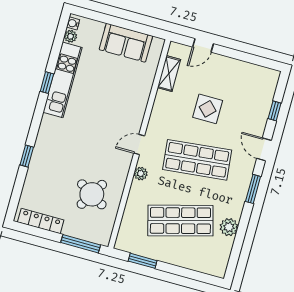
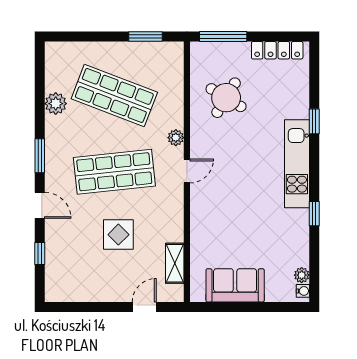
kitchen unit: (63, 80) -> (297, 164), moved
shop shelf: (180, 221) -> (114, 95), turned 36

